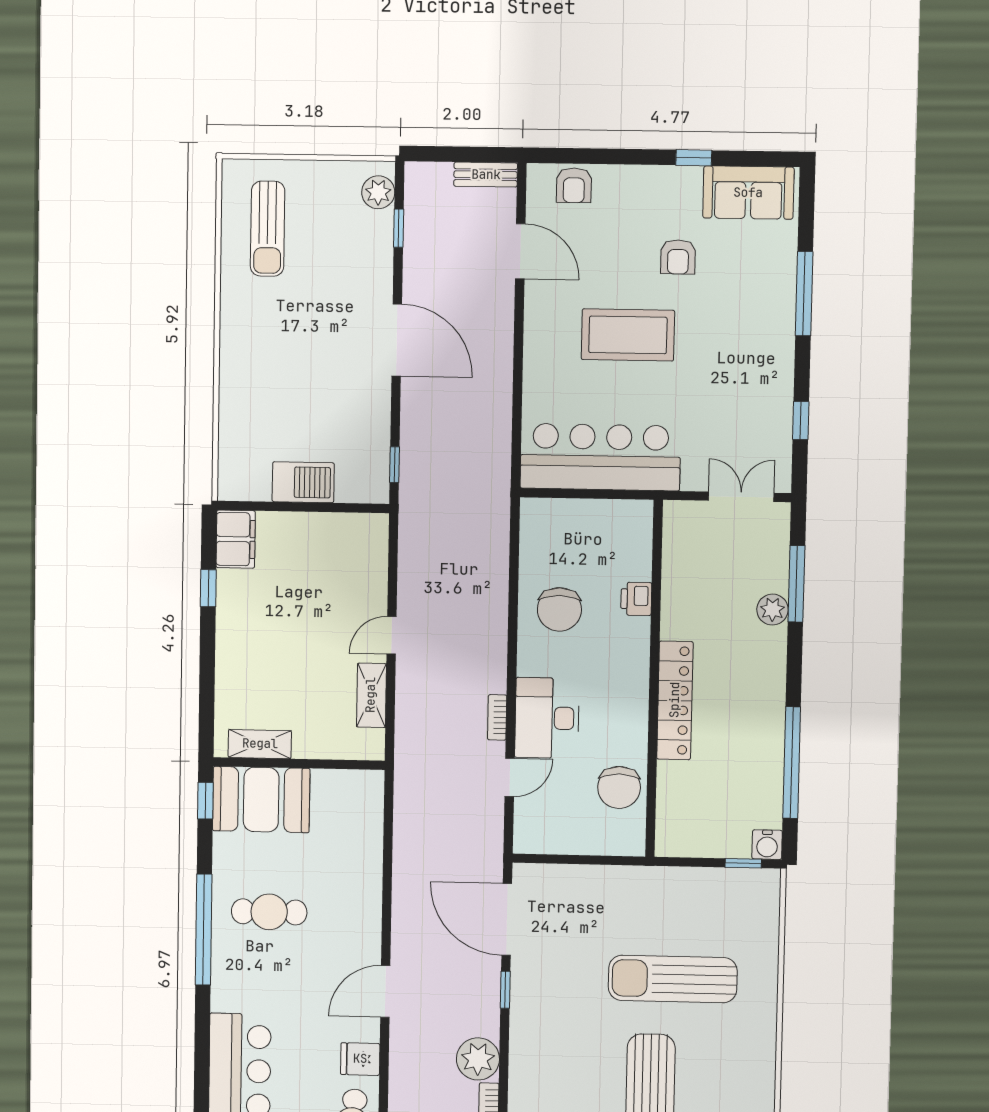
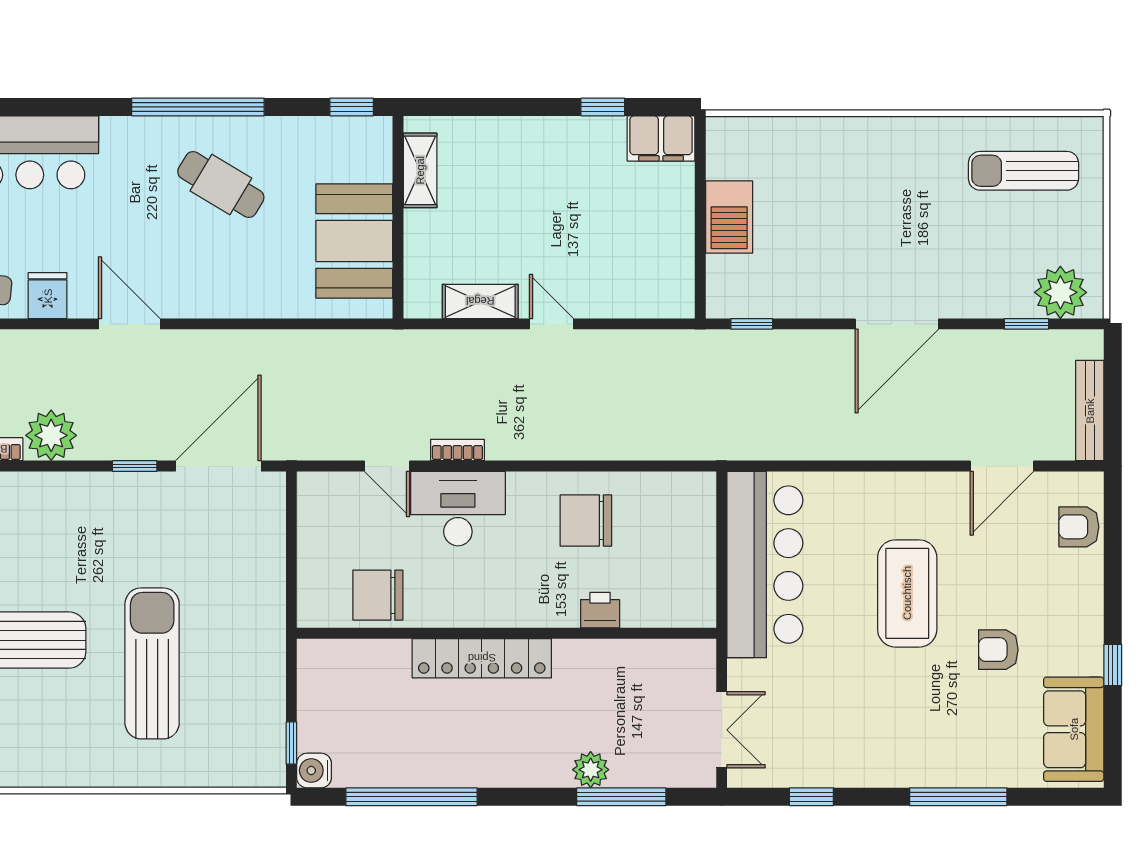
bench: (486, 175) -> (1090, 411), width x1.36
plant: (378, 192) -> (1060, 292), width x1.36, depth x1.36
booth: (261, 800) -> (354, 241), moved
cafe table: (269, 912) -> (221, 185), turned -59

